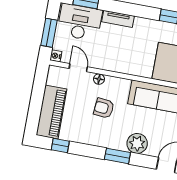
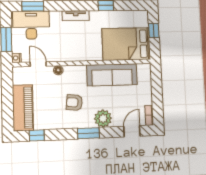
tv unit: (118, 19) -> (76, 16), moved
armchair: (104, 108) -> (74, 102), moved

